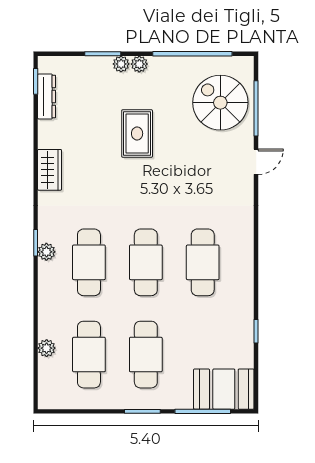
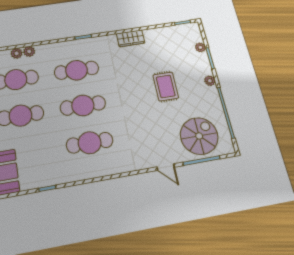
plant: (121, 64) -> (200, 47), moved
dresser: (47, 96) -> (175, 30), removed
rug: (137, 133) -> (166, 86), turned 90
plant: (46, 252) -> (29, 51), moved

